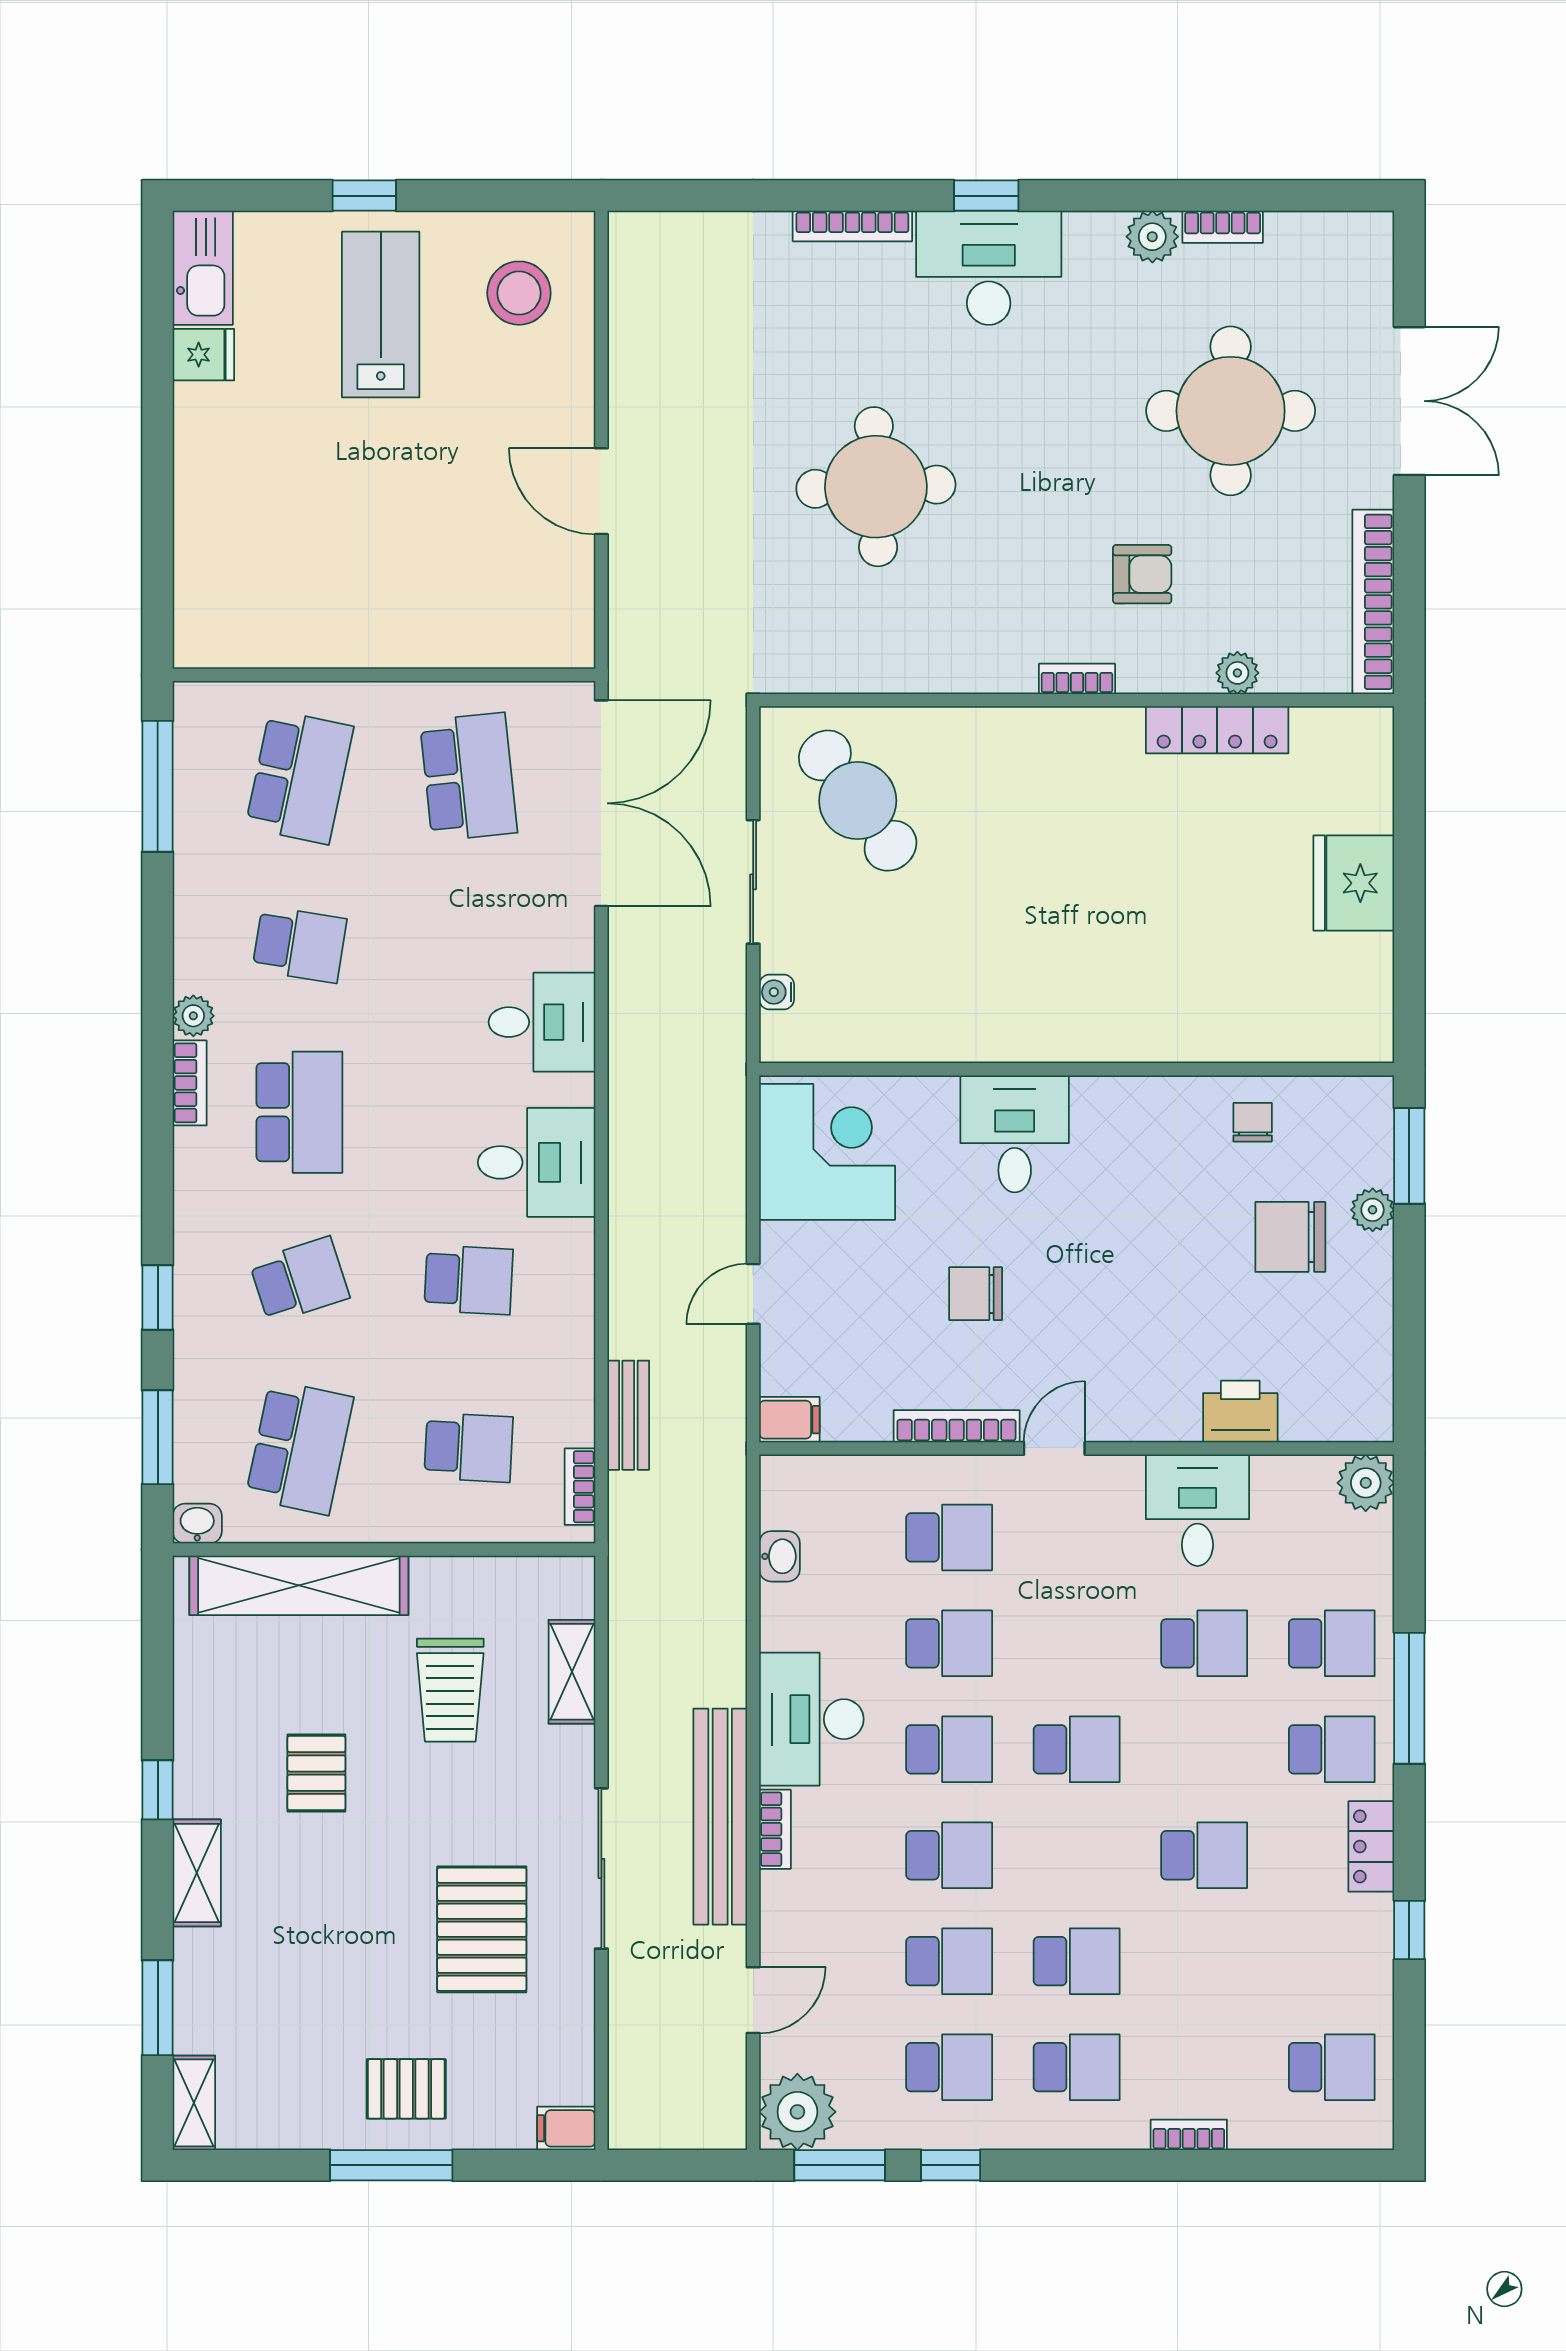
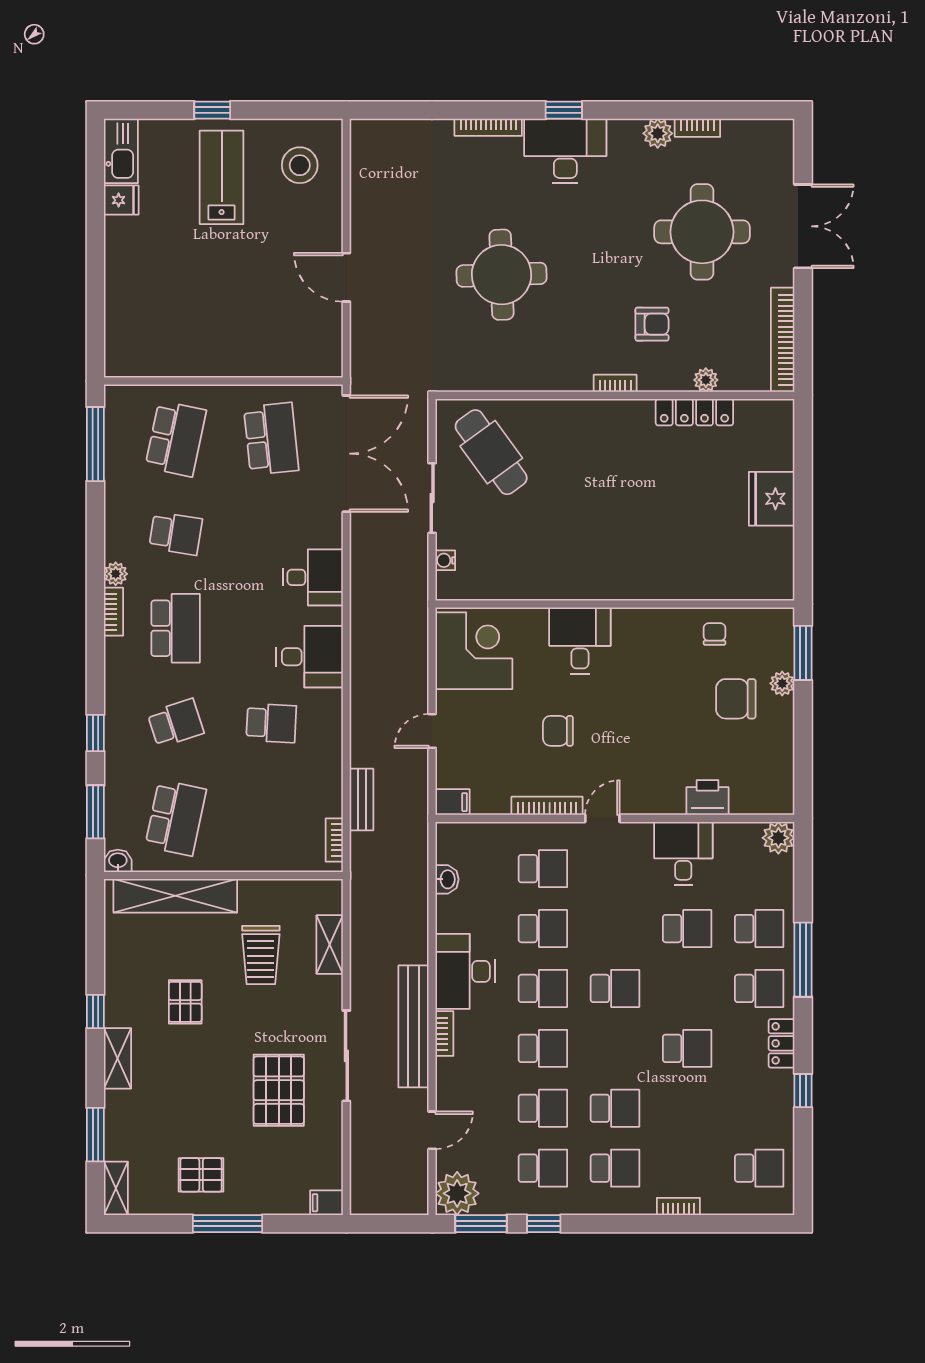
school desk: (469, 1447) -> (271, 818), removed
pallet: (406, 2089) -> (201, 1175), moved

